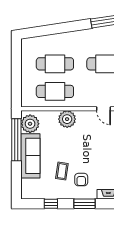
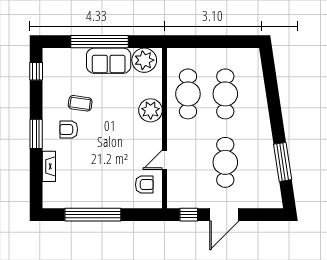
window: (16, 140) -> (99, 42), moved
sofa: (30, 156) -> (109, 61), width x0.73
window: (51, 204) -> (36, 71), moved

